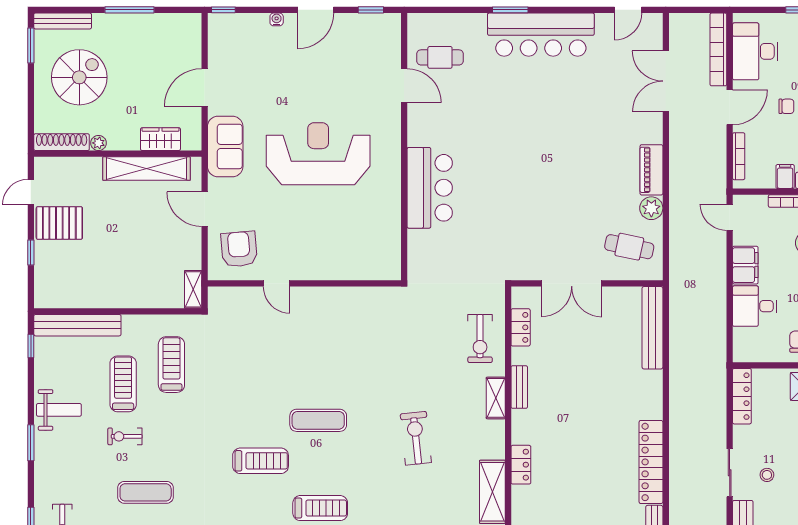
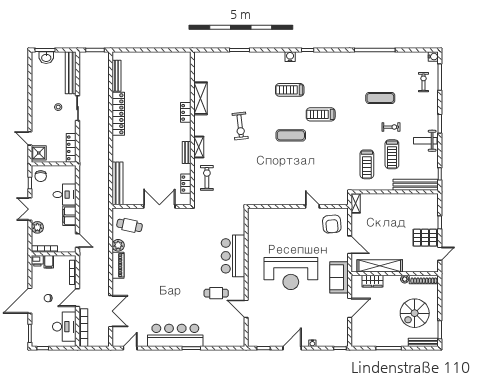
cafe table: (440, 57) -> (216, 293), moved

